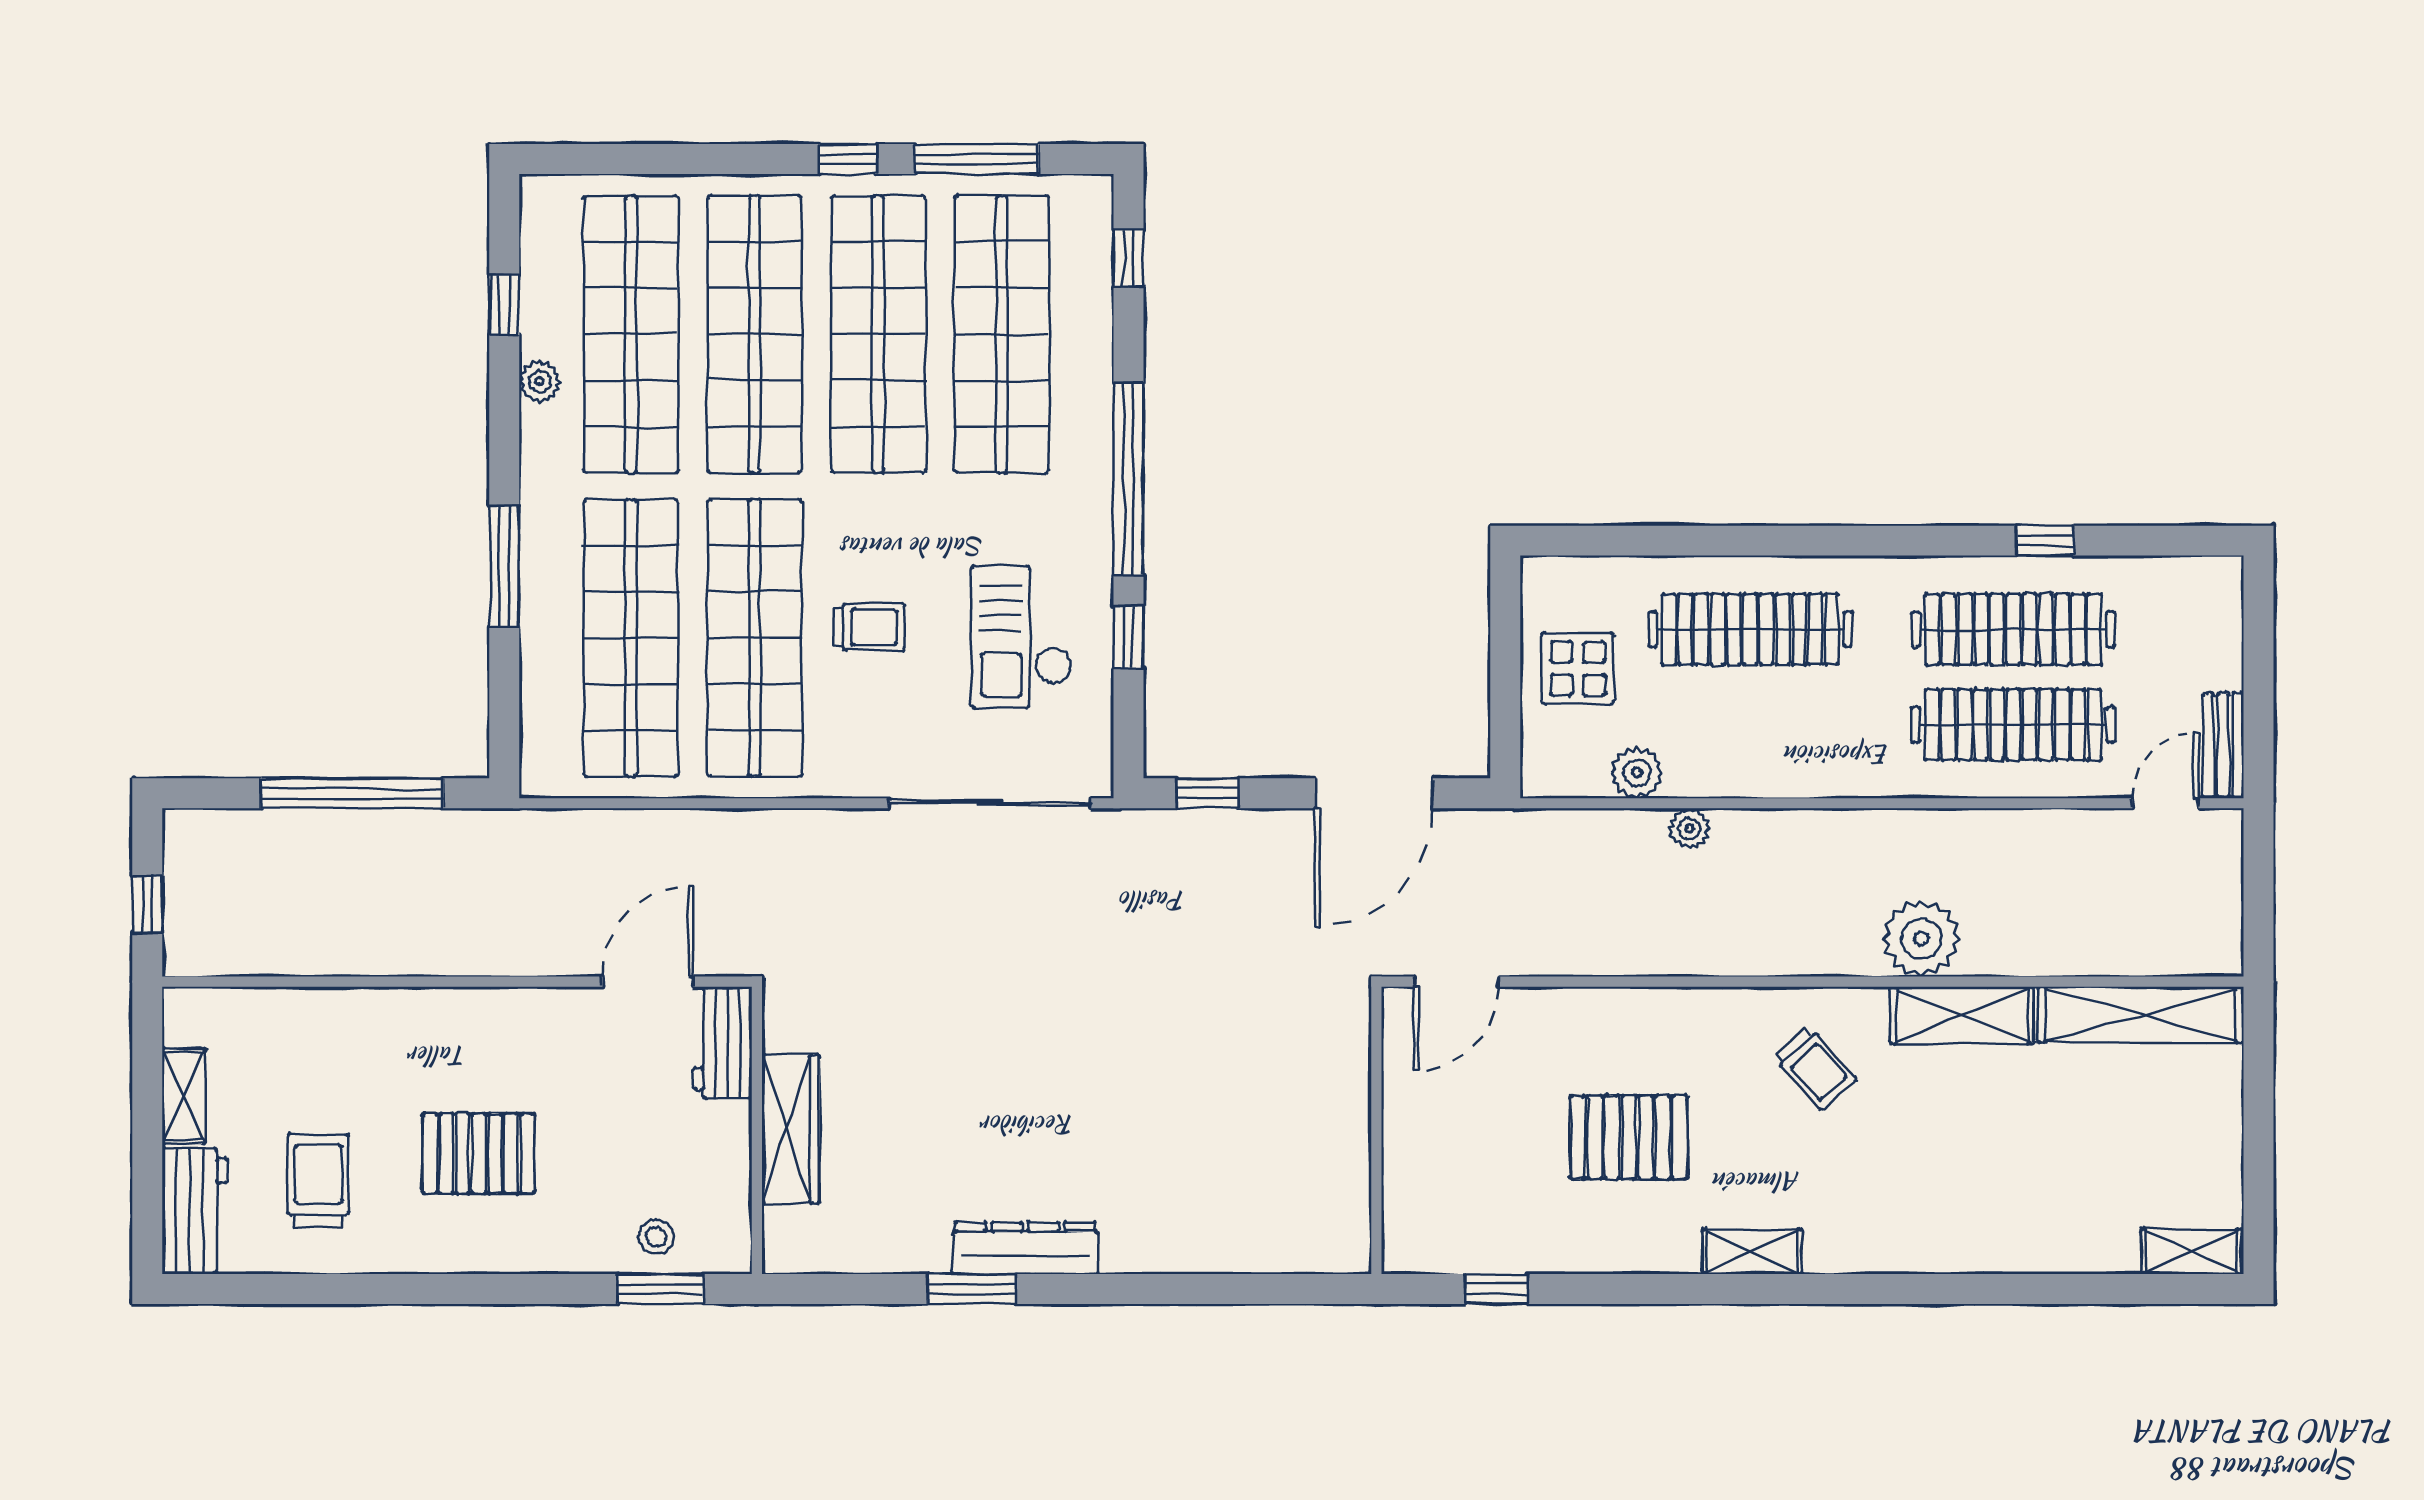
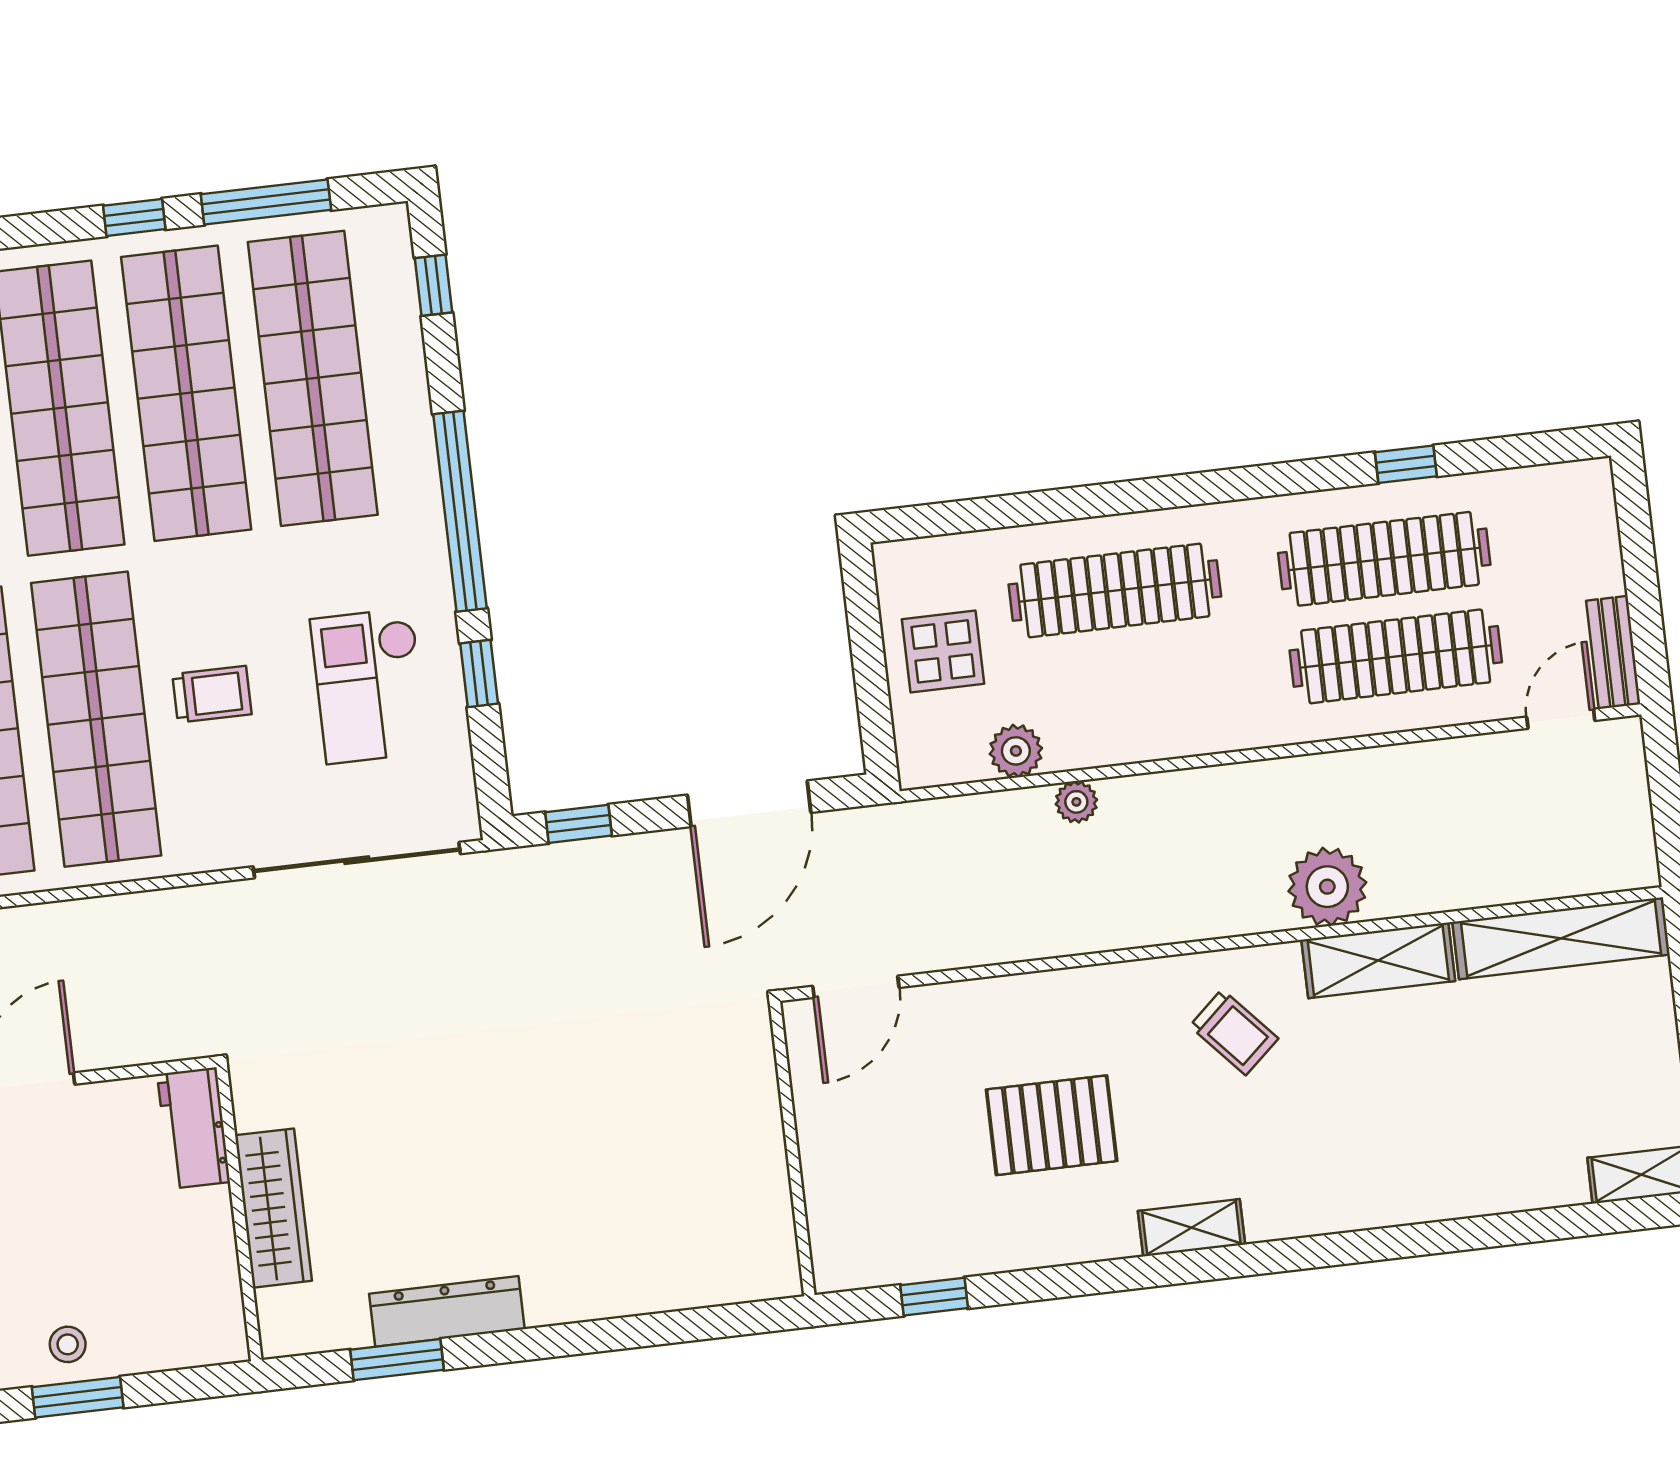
workbench: (723, 1043) -> (194, 1128), moved
wardrobe: (791, 1129) -> (273, 1208), moved
wall: (757, 1130) -> (239, 1214), moved

